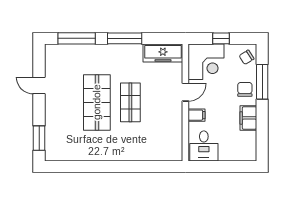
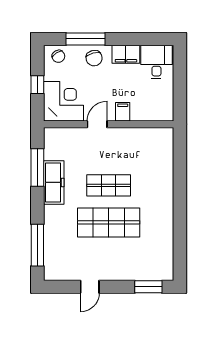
window: (125, 38) -> (37, 168), moved
freezer: (163, 53) -> (54, 182), moved
chair: (245, 89) -> (94, 58), turned -105
door: (185, 92) -> (97, 124), hinge flipped
desk: (204, 146) -> (156, 62), moved, turned -90

